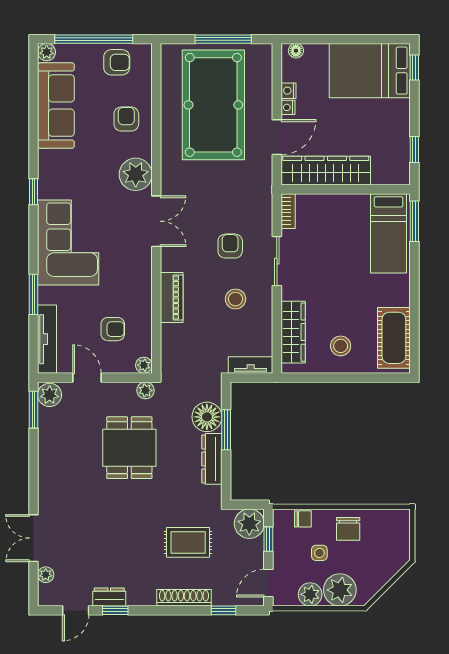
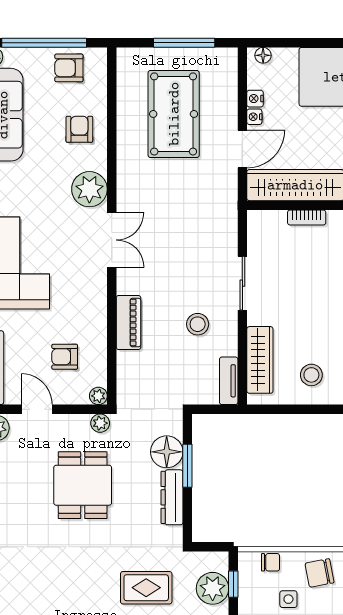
armchair: (117, 62) -> (69, 68), turned 180
pool table: (213, 105) -> (174, 114), width x0.73, depth x0.76
bookcase: (288, 211) -> (307, 218), moved, turned 90
armchair: (230, 246) -> (192, 267), removed
armchair: (113, 329) -> (65, 357), turned 180
tv unit: (251, 365) -> (229, 381), moved, turned -90
plant: (249, 524) -> (213, 588), moved
chair: (348, 529) -> (319, 573), turned 79

